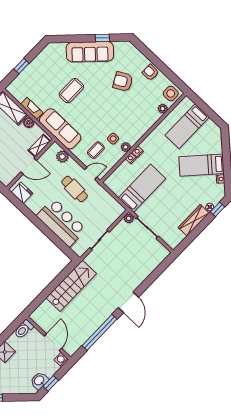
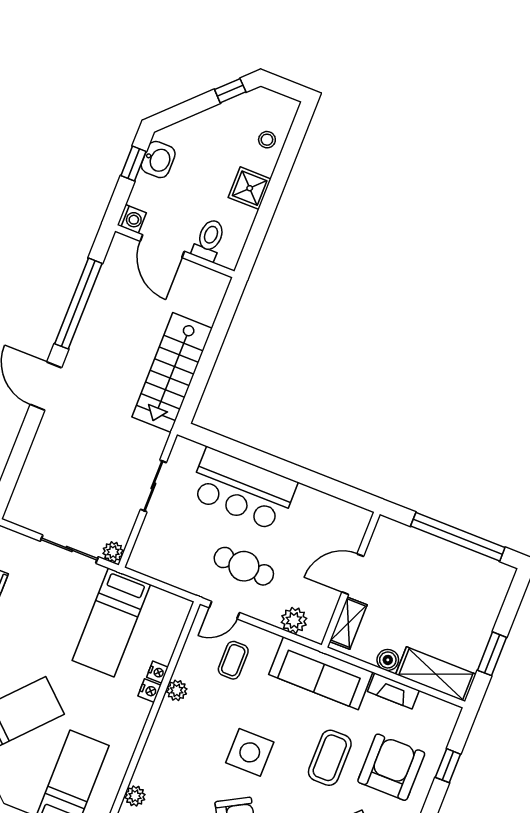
armchair: (46, 76) -> (391, 767), added
side table: (113, 139) -> (250, 752), moved, width x1.87, depth x1.87
fridge: (22, 193) -> (344, 516), removed
toilet: (24, 329) -> (209, 240), moved

